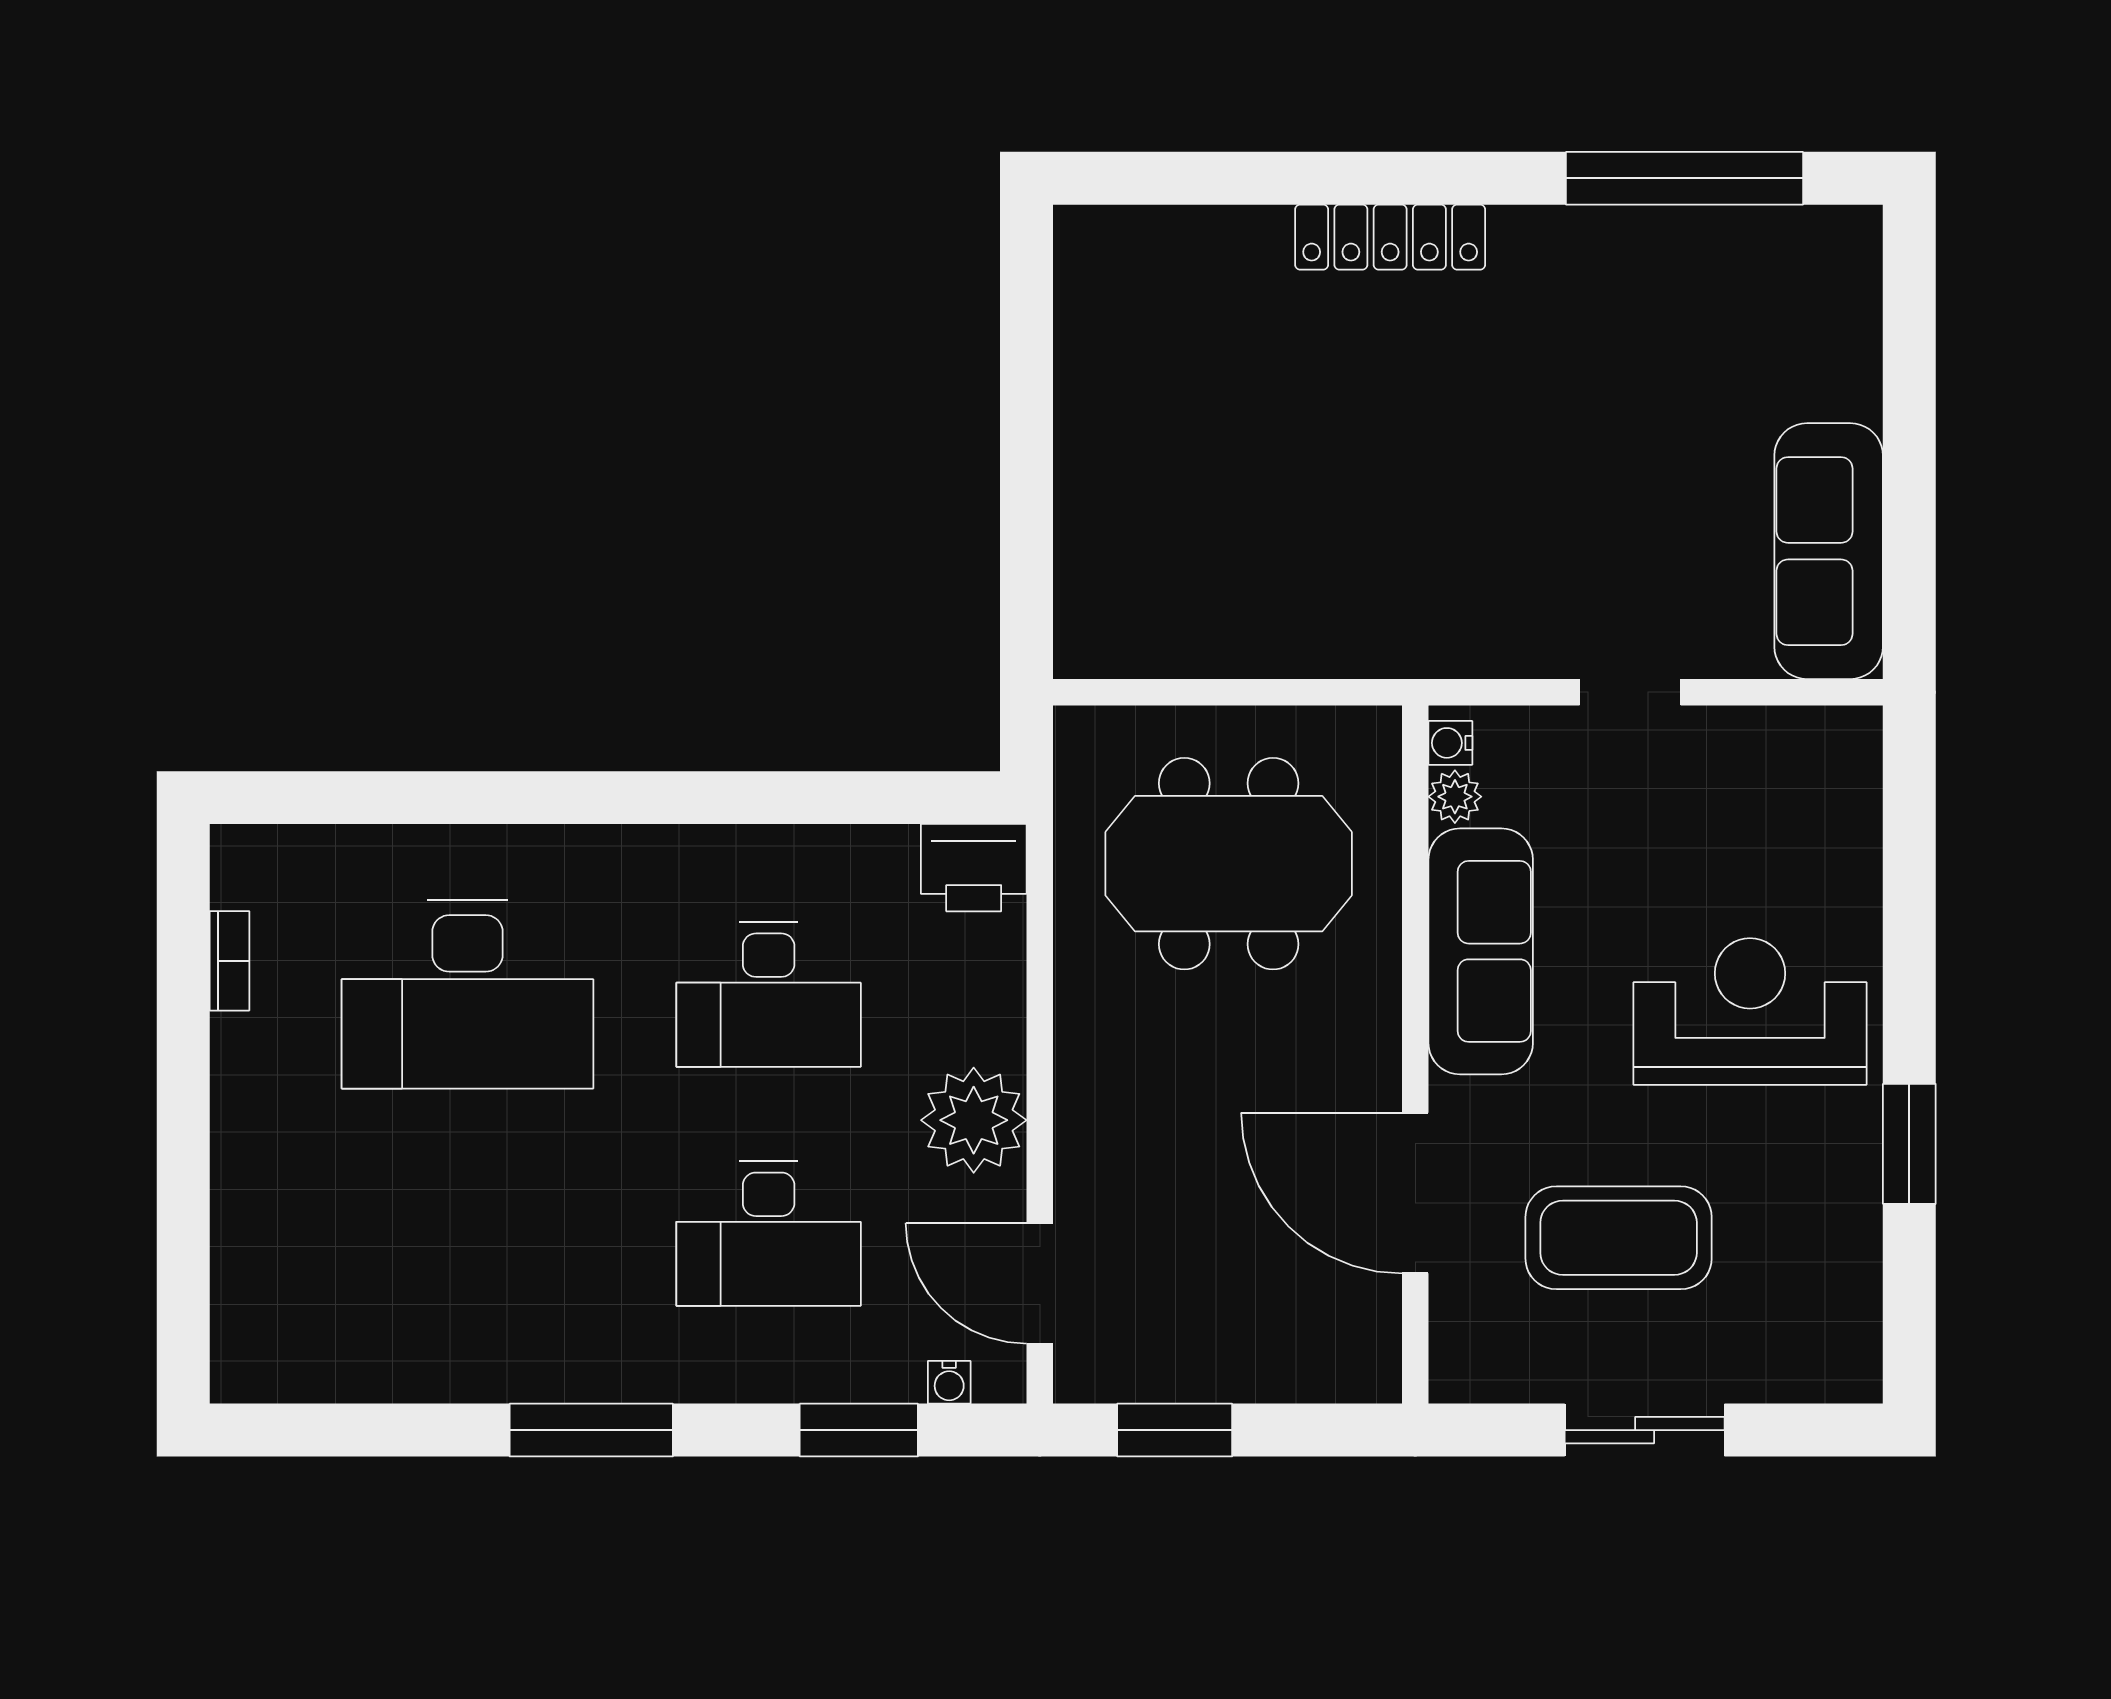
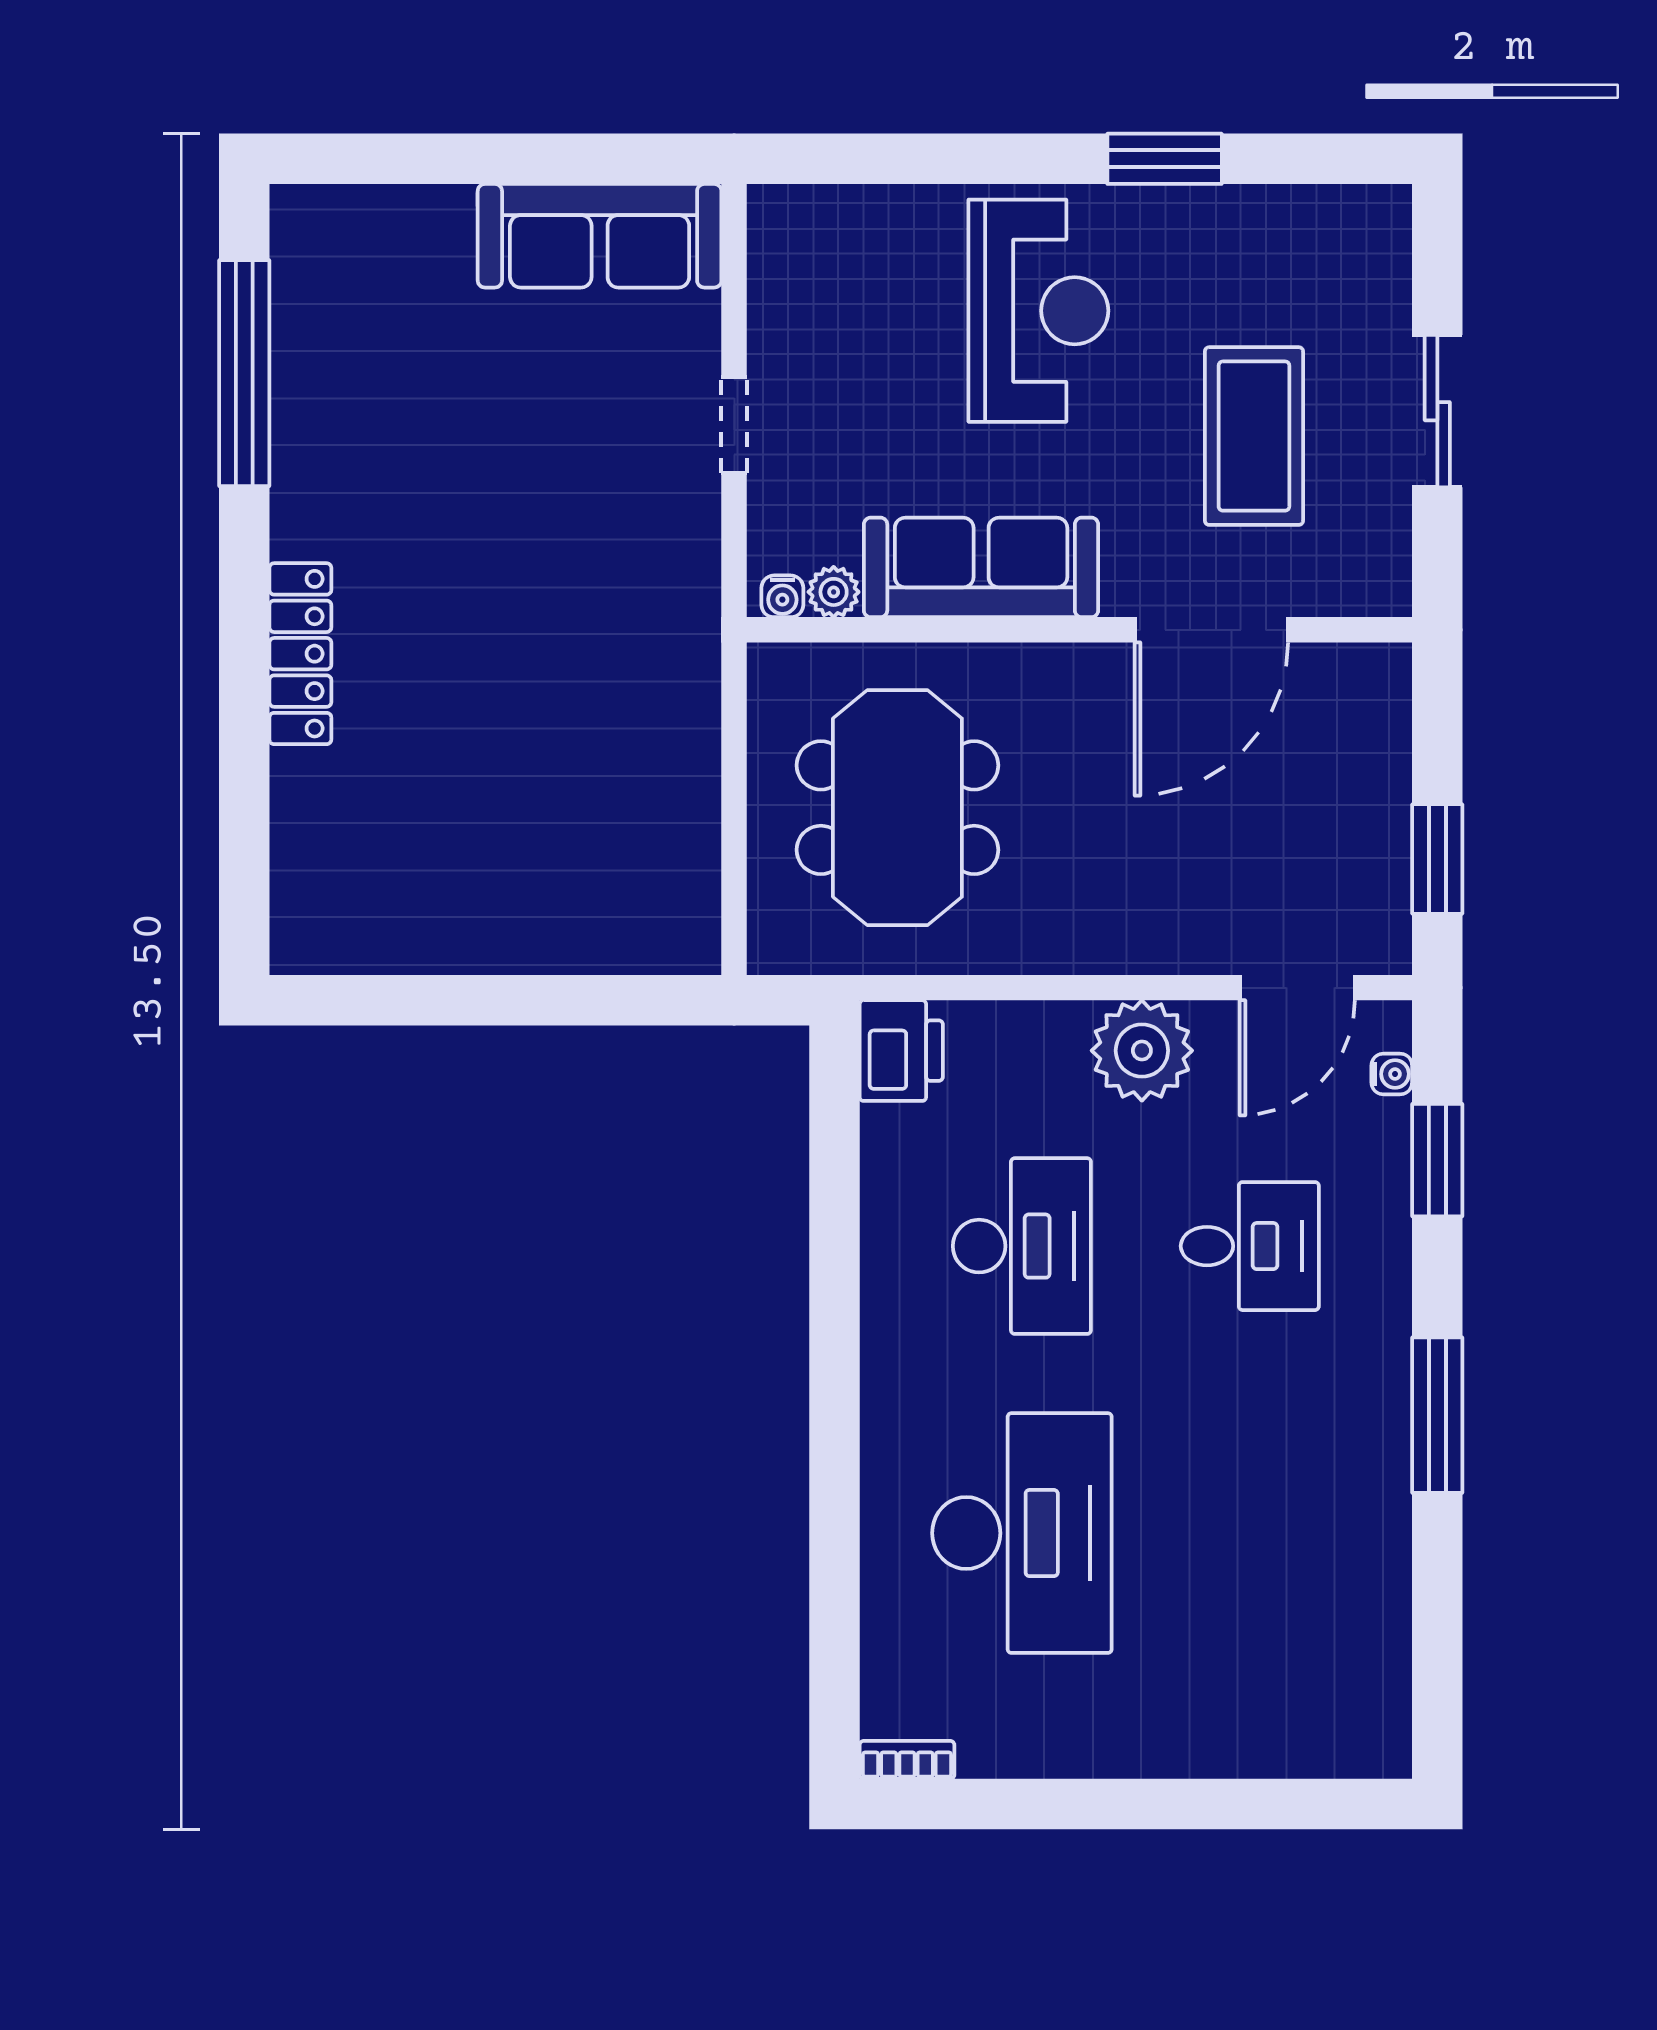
bookcase: (229, 961) -> (907, 1760), moved
reception desk: (1750, 1012) -> (1038, 311), turned 180
desk: (769, 1233) -> (1250, 1246), width x0.73

